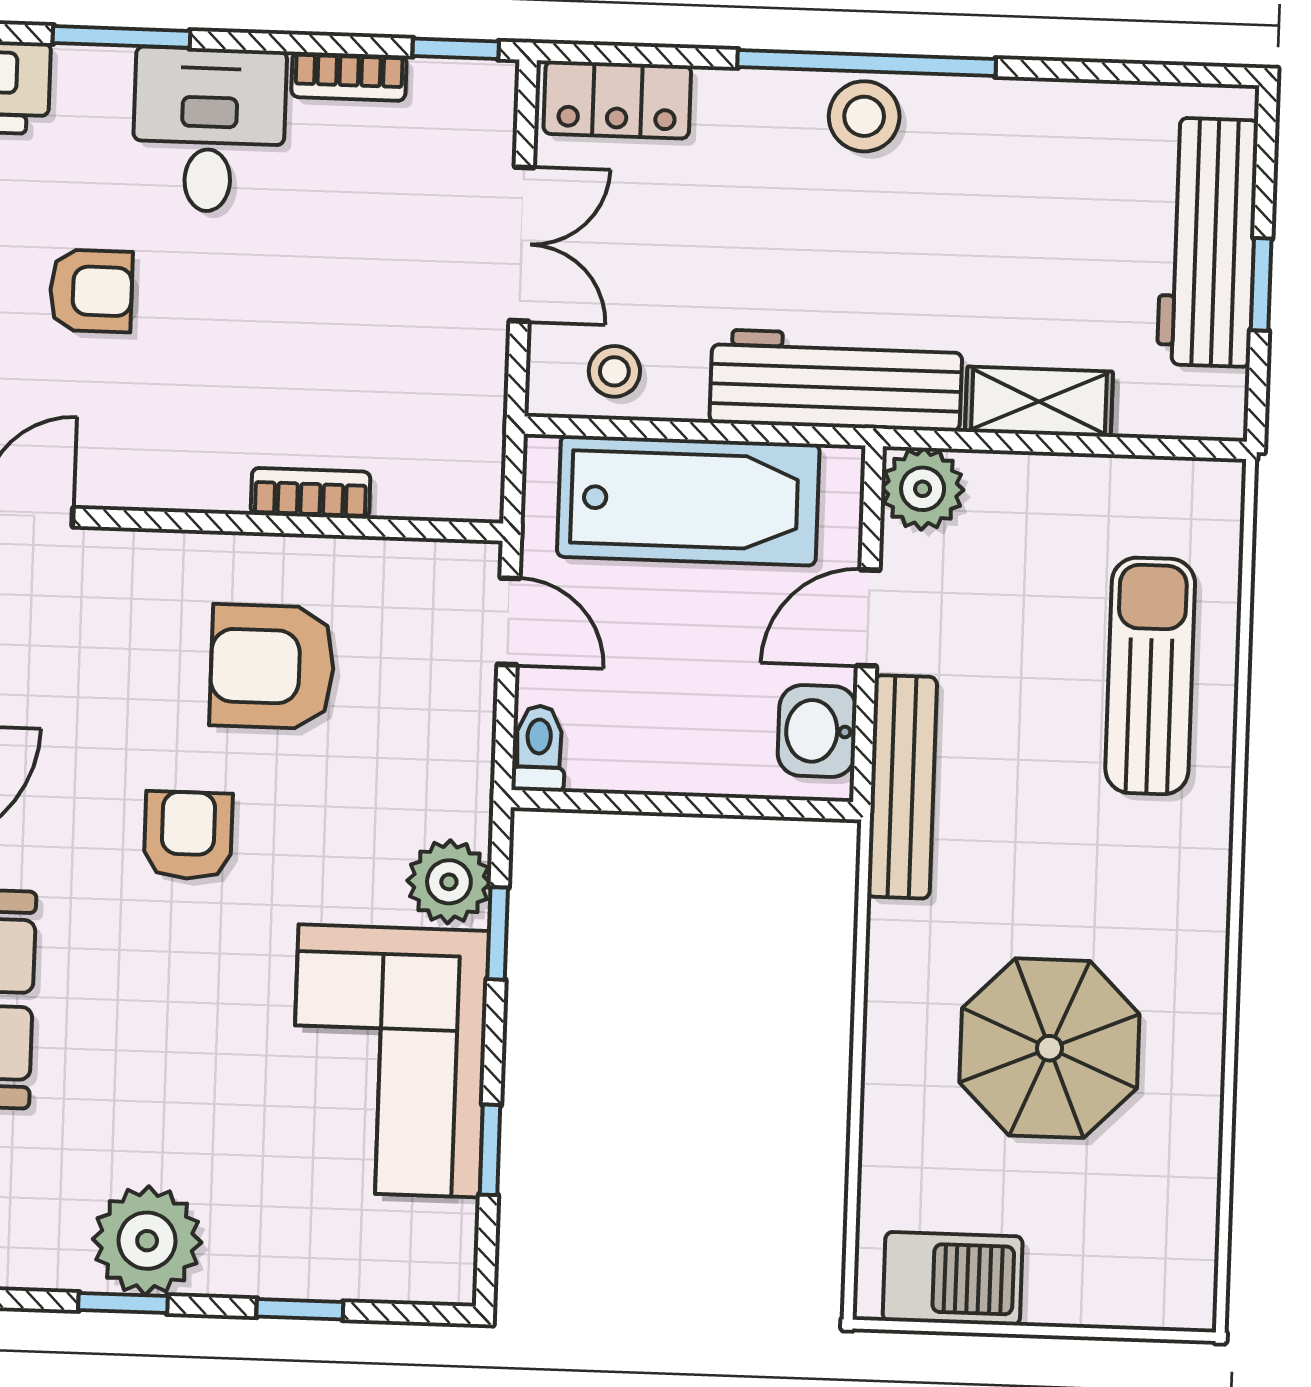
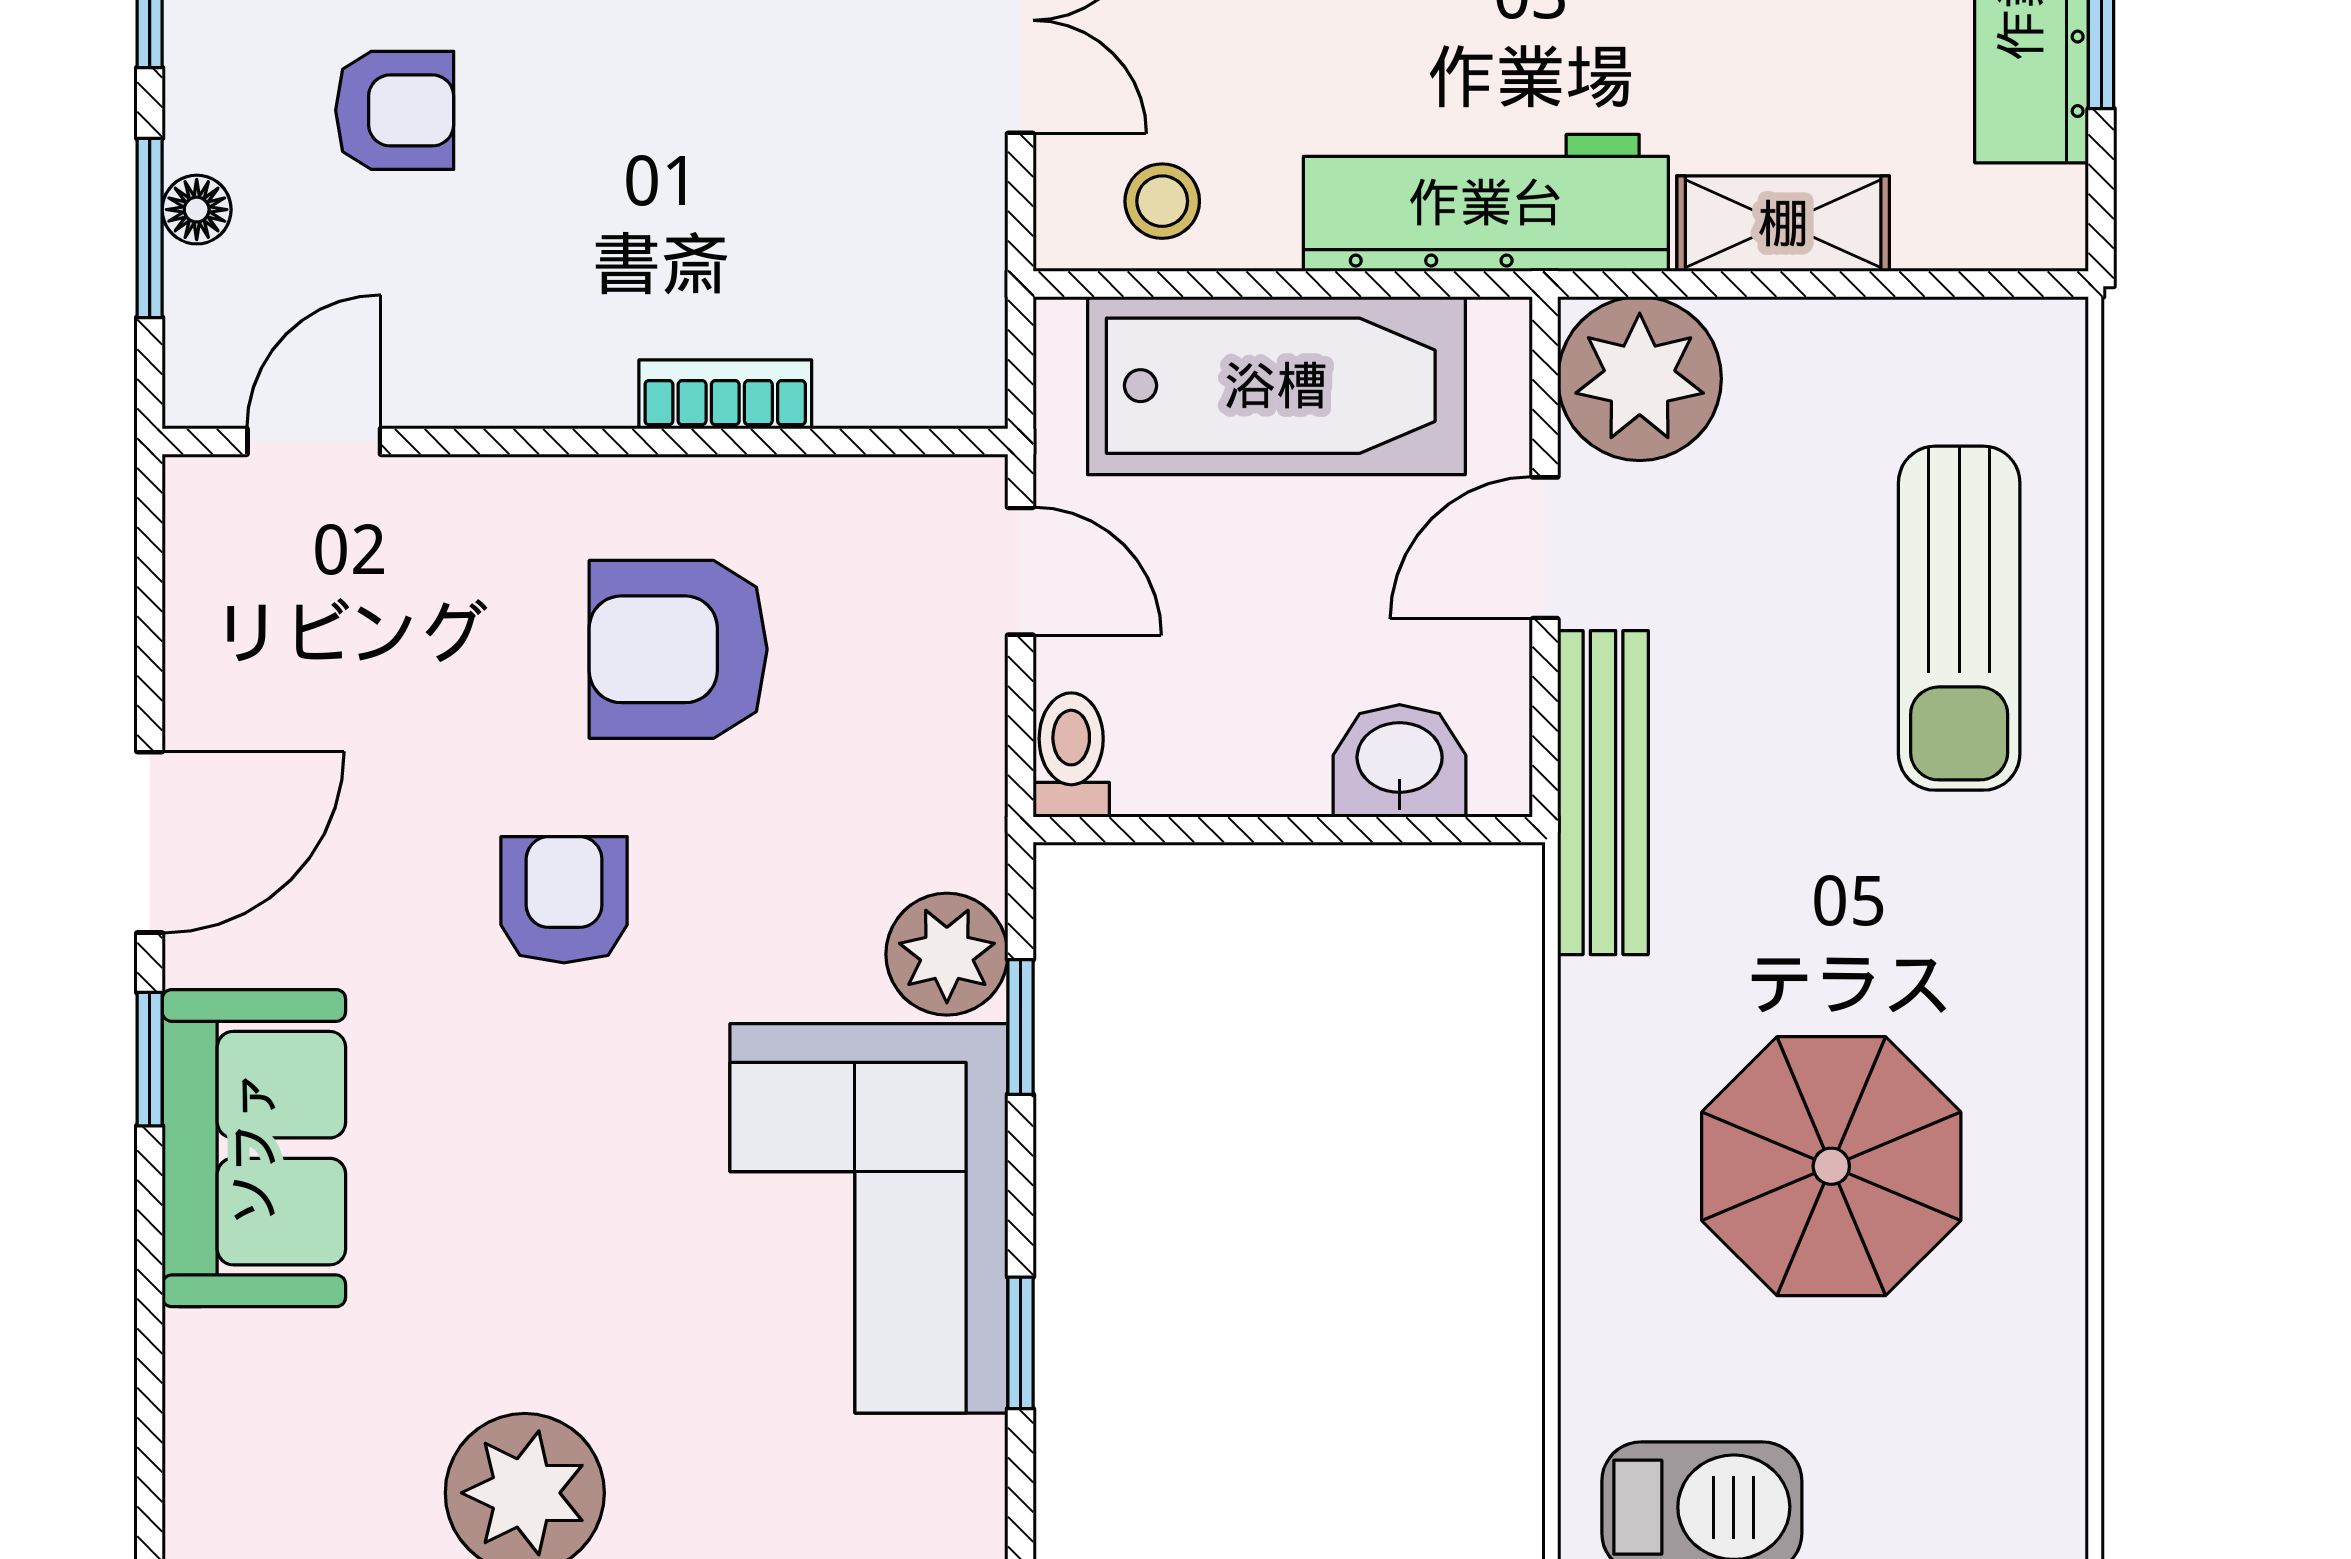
plant: (923, 489) -> (1640, 379), width x1.36, depth x1.36
sun lounger: (1150, 676) -> (1959, 618), turned 180
washbasin: (817, 731) -> (1400, 761), moved, turned 90

